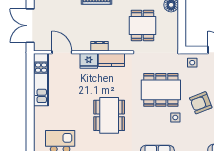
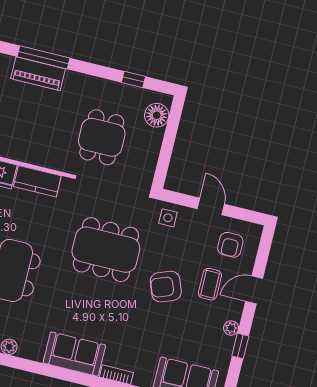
dresser: (99, 46) -> (23, 154), removed
side table: (175, 117) -> (118, 300), removed

